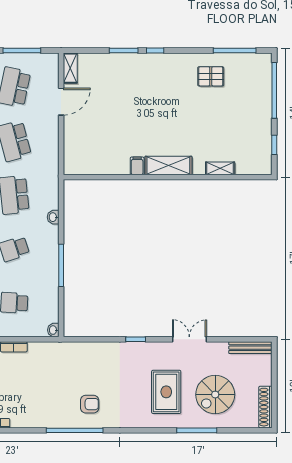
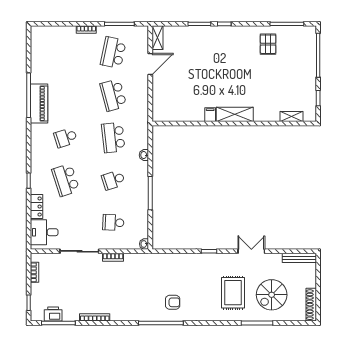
pallet: (211, 76) -> (268, 44), turned 90
shelving: (220, 168) -> (291, 117), moved

